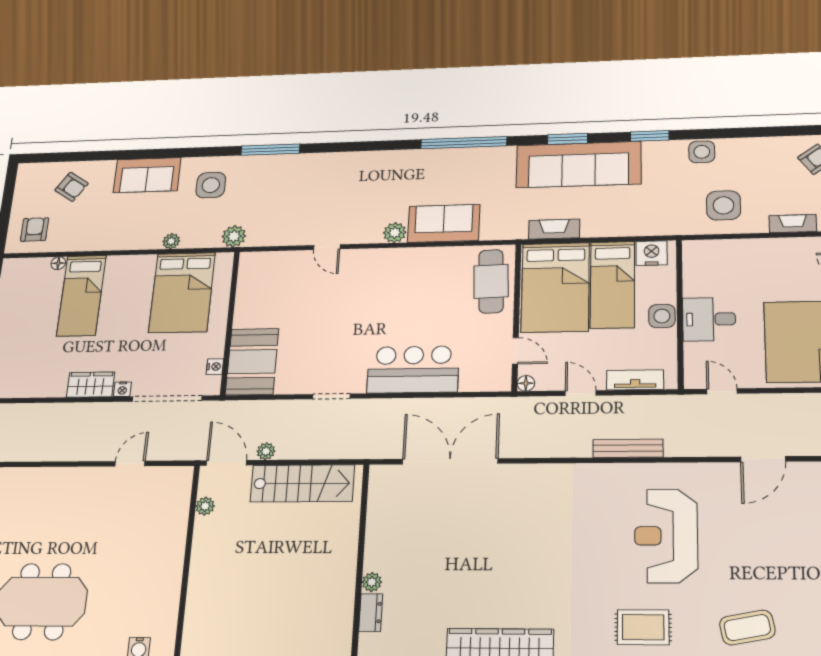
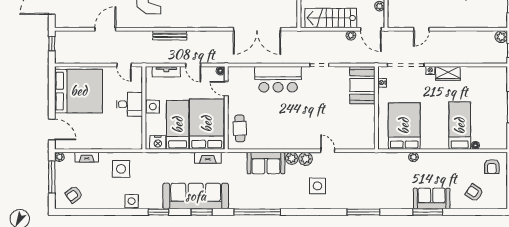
window: (157, 154) -> (428, 212), added
side table: (211, 185) -> (317, 186), moved
plant: (234, 236) -> (305, 159), moved
cafe table: (491, 281) -> (240, 128), width x0.73, depth x0.74

